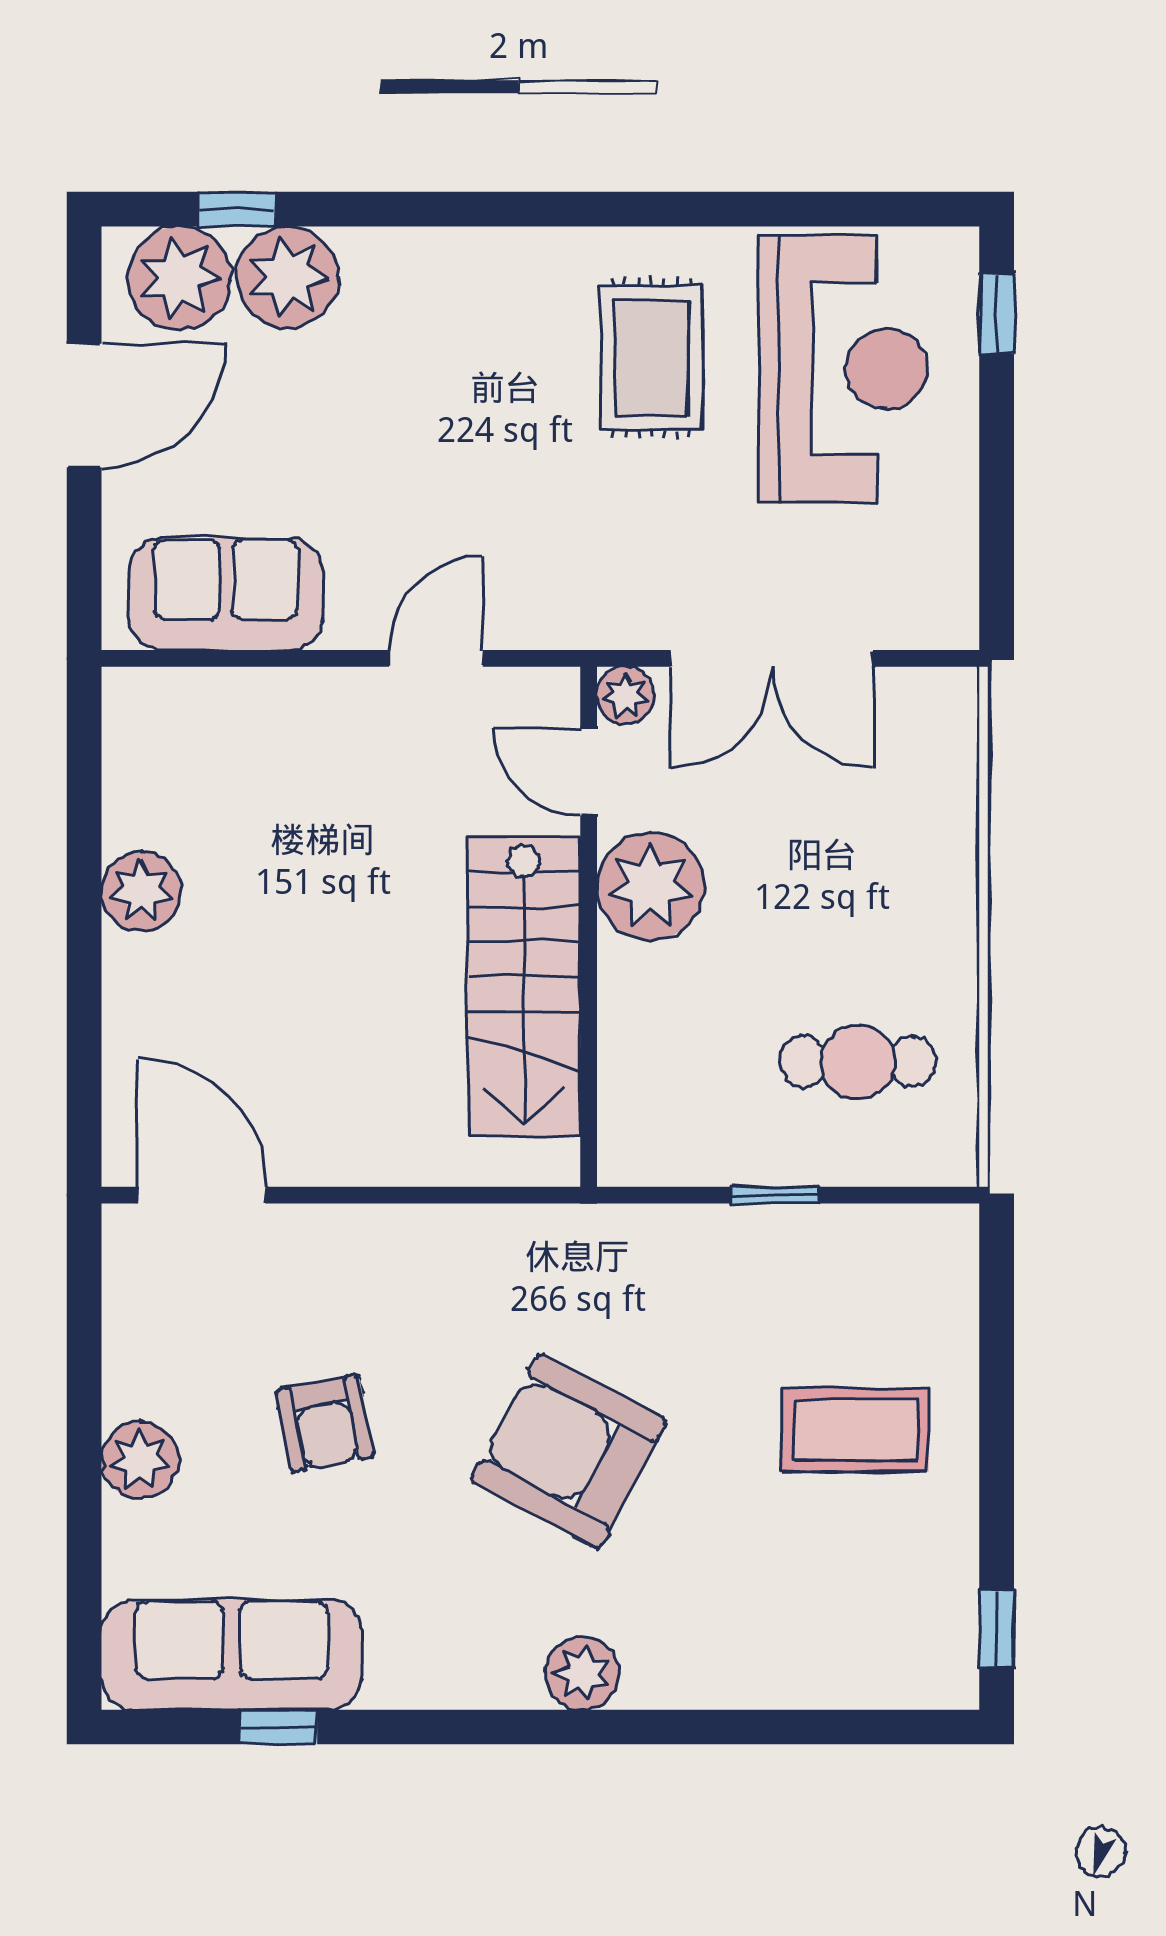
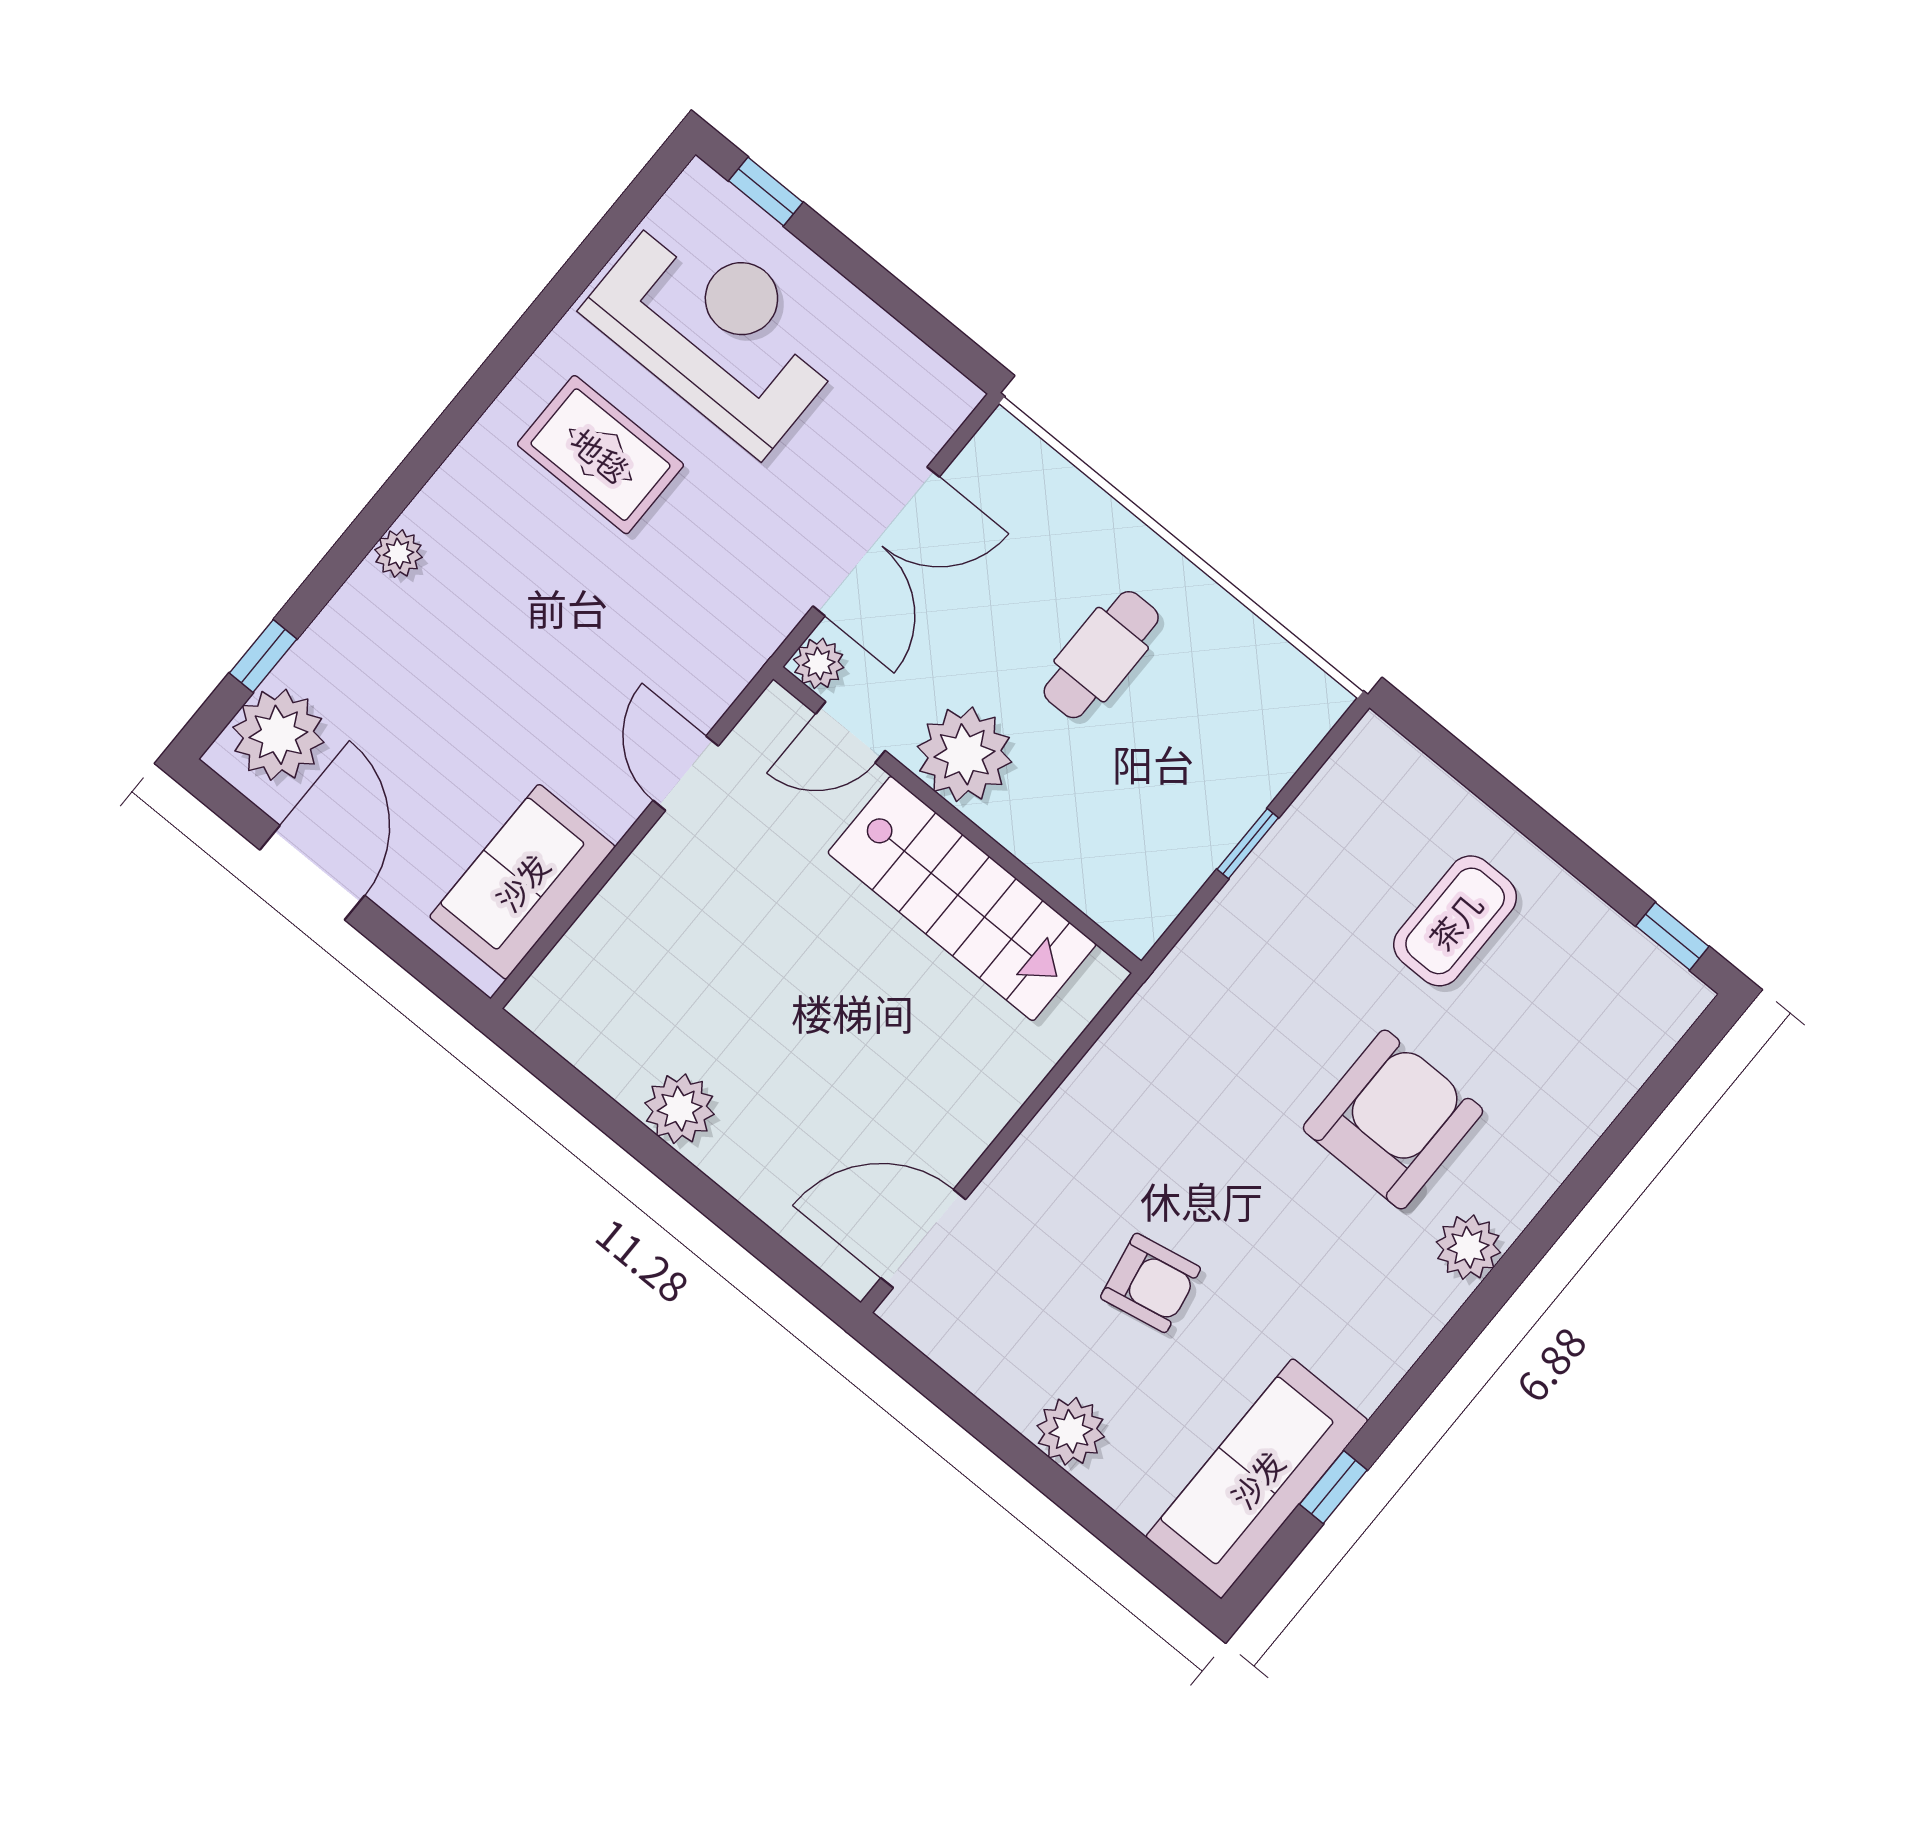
plant: (288, 277) -> (398, 554), moved, width x0.53, depth x0.53
cafe table: (858, 1062) -> (1101, 655), moved
armchair: (569, 1451) -> (1393, 1120), moved, turned 152

